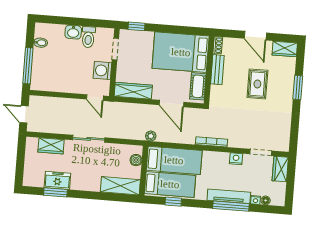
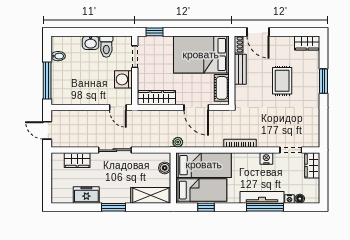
door: (255, 36) -> (258, 32), moved
window: (55, 192) -> (113, 207), moved

